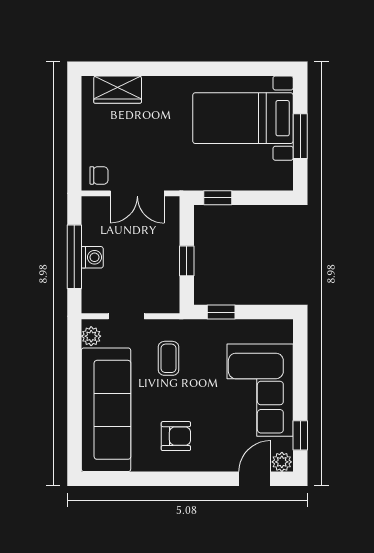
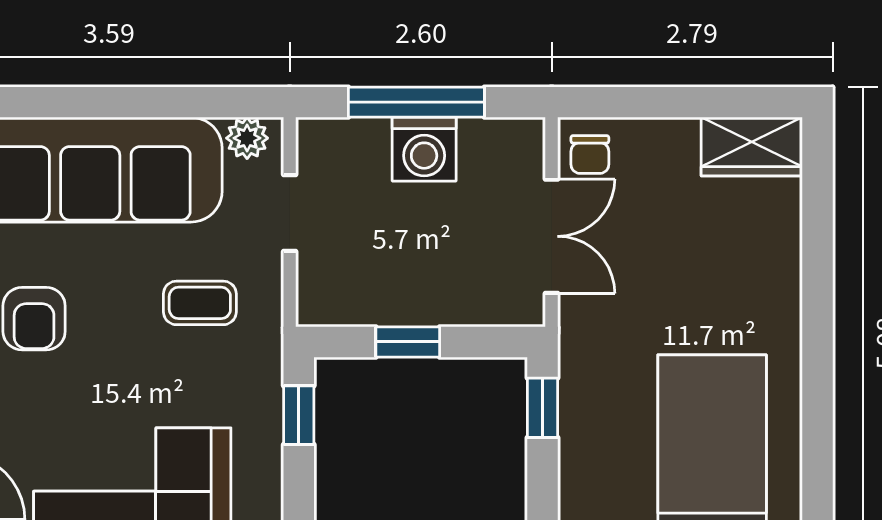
wardrobe: (118, 90) -> (752, 147), moved, turned -90
double door: (137, 193) -> (552, 236), swing flipped
washing machine: (92, 257) -> (424, 149), width x1.38, depth x1.38

